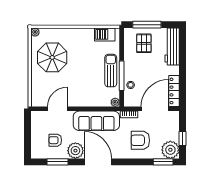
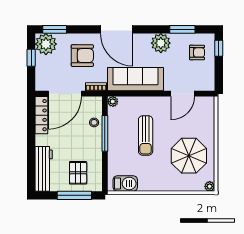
sun lounger: (111, 71) -> (146, 135), moved
armchair: (55, 140) -> (197, 52), moved
window: (28, 146) -> (219, 48), added
door: (98, 162) -> (117, 29), moved

